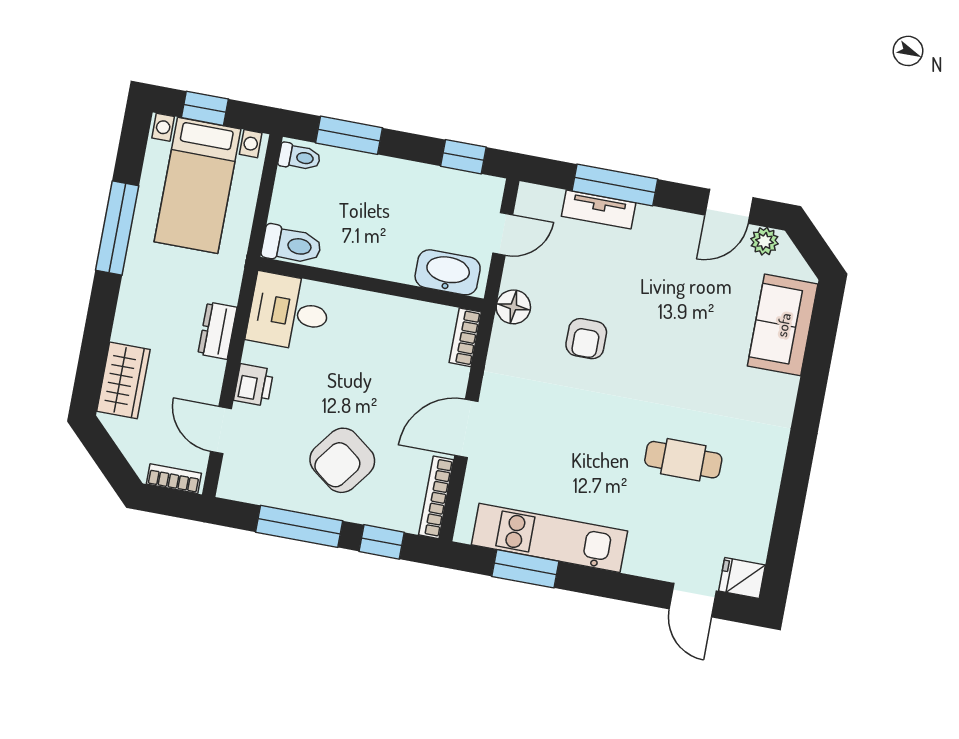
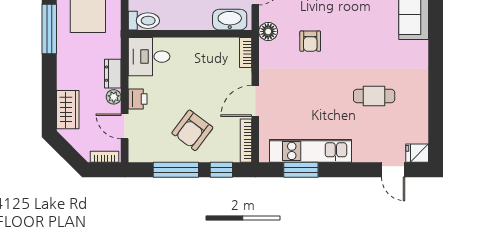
plant: (211, 373) -> (114, 97), added

